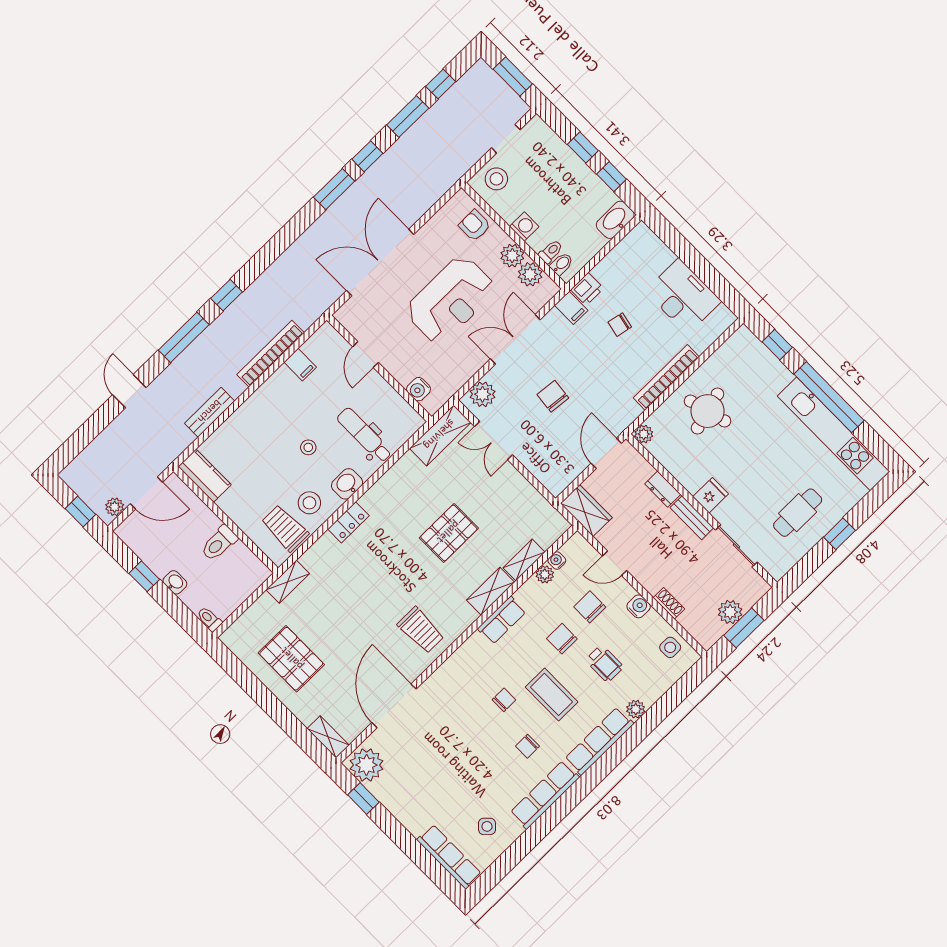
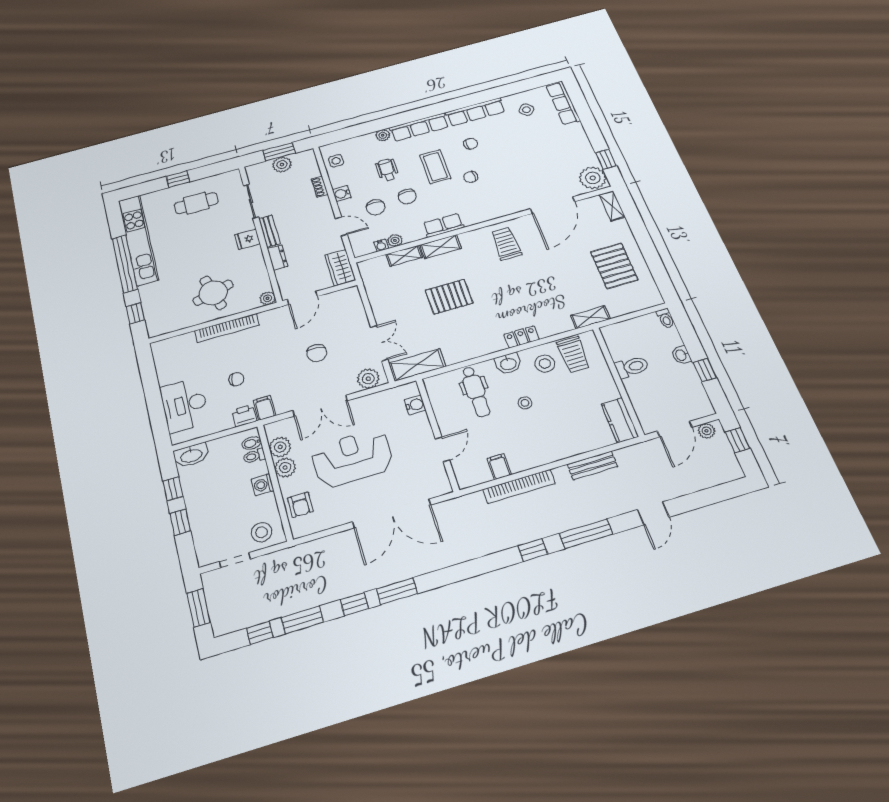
desk: (683, 296) -> (185, 405), moved
door: (146, 493) -> (675, 429), swing flipped

